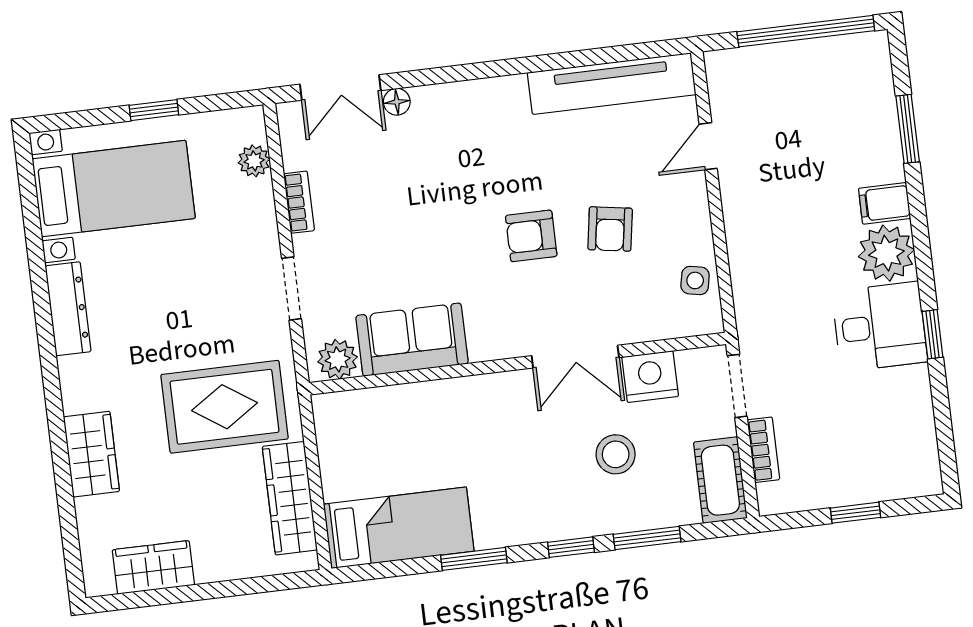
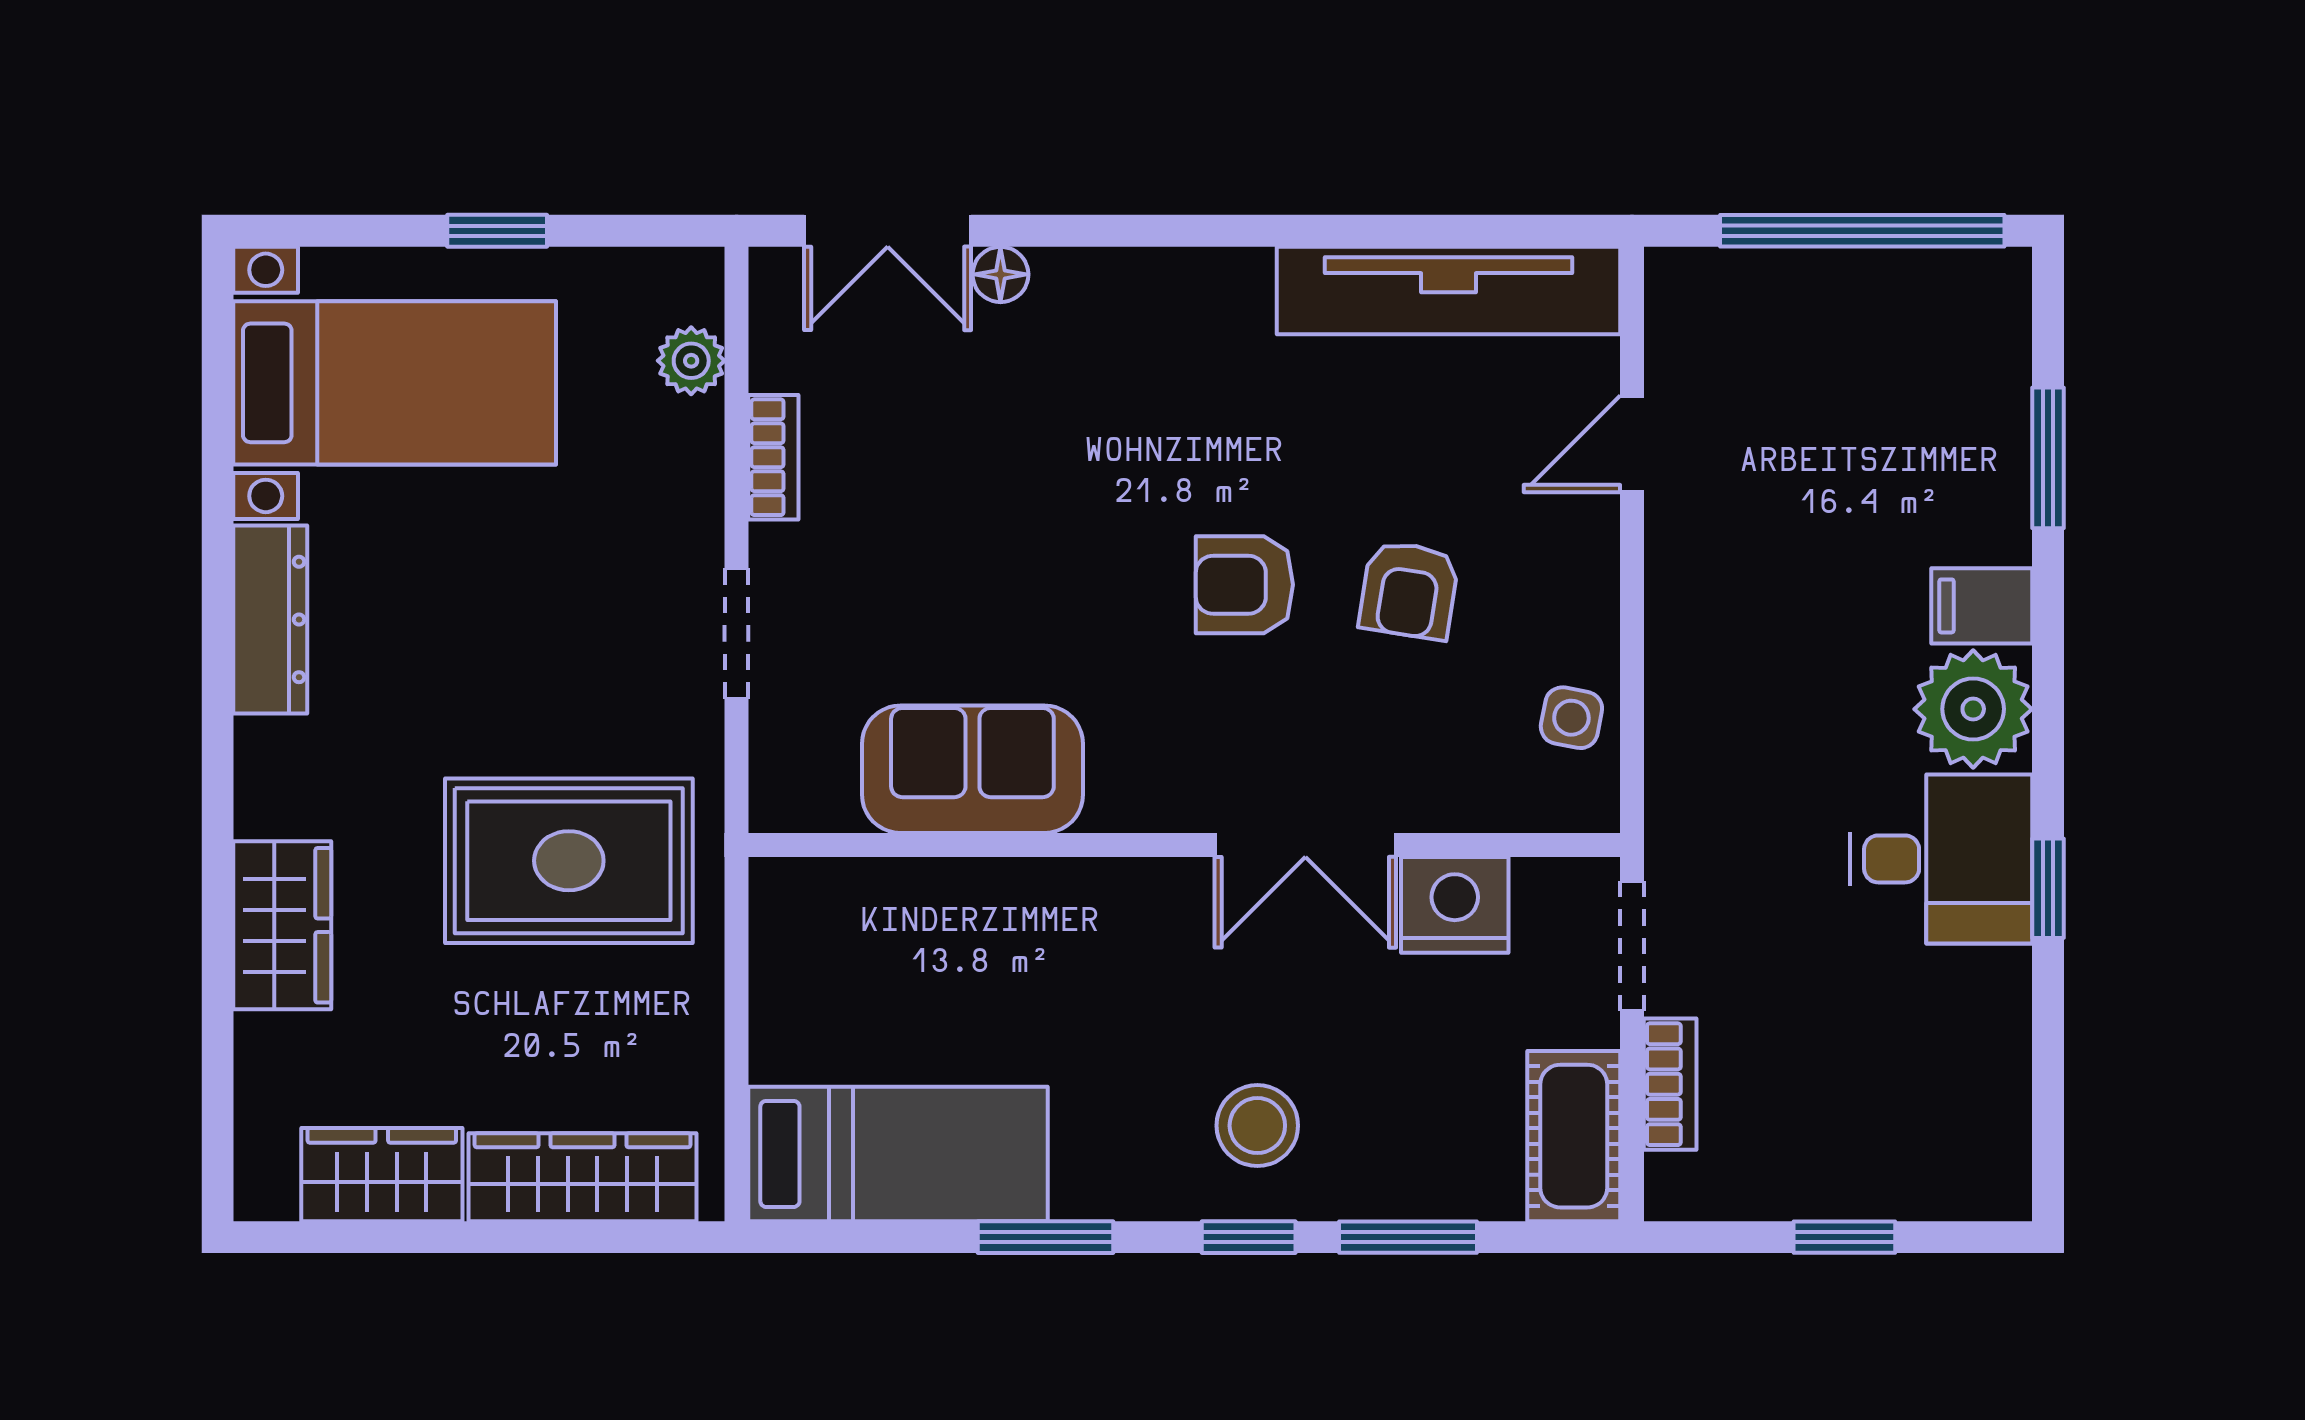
plant: (338, 359) -> (814, 791), removed
stool: (616, 454) -> (1257, 1126), moved
wardrobe: (290, 498) -> (582, 1177), moved, turned 90

